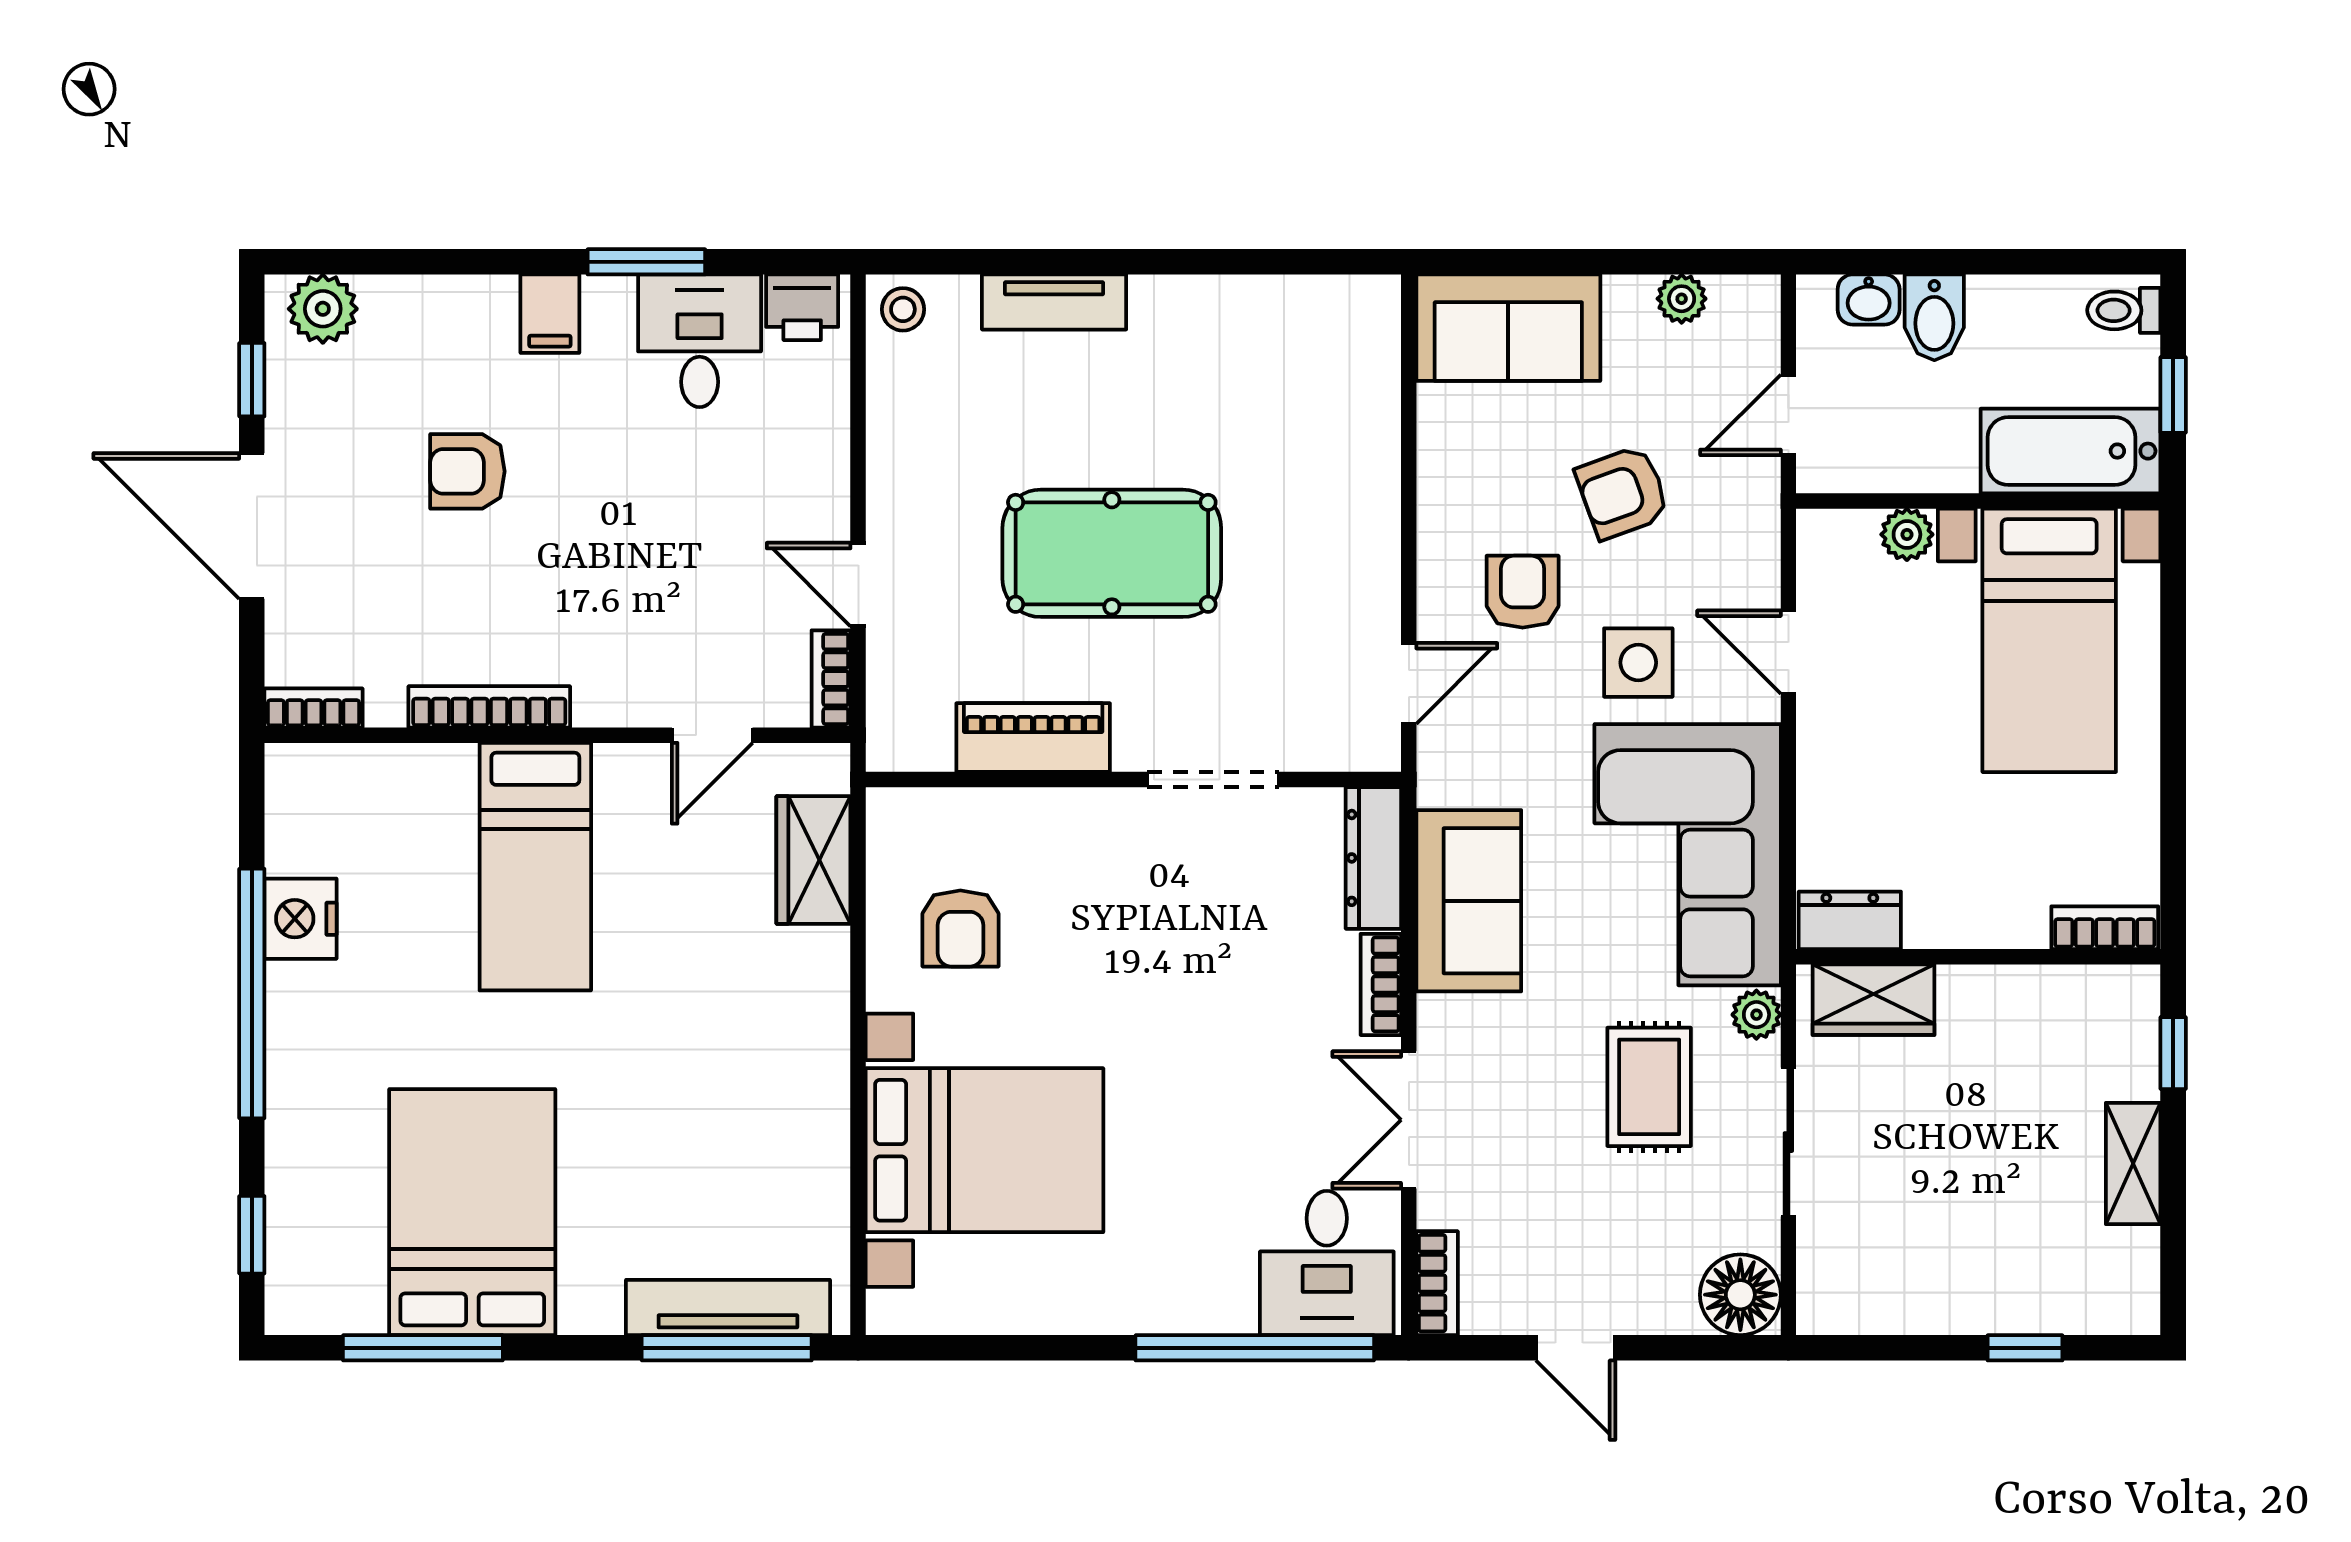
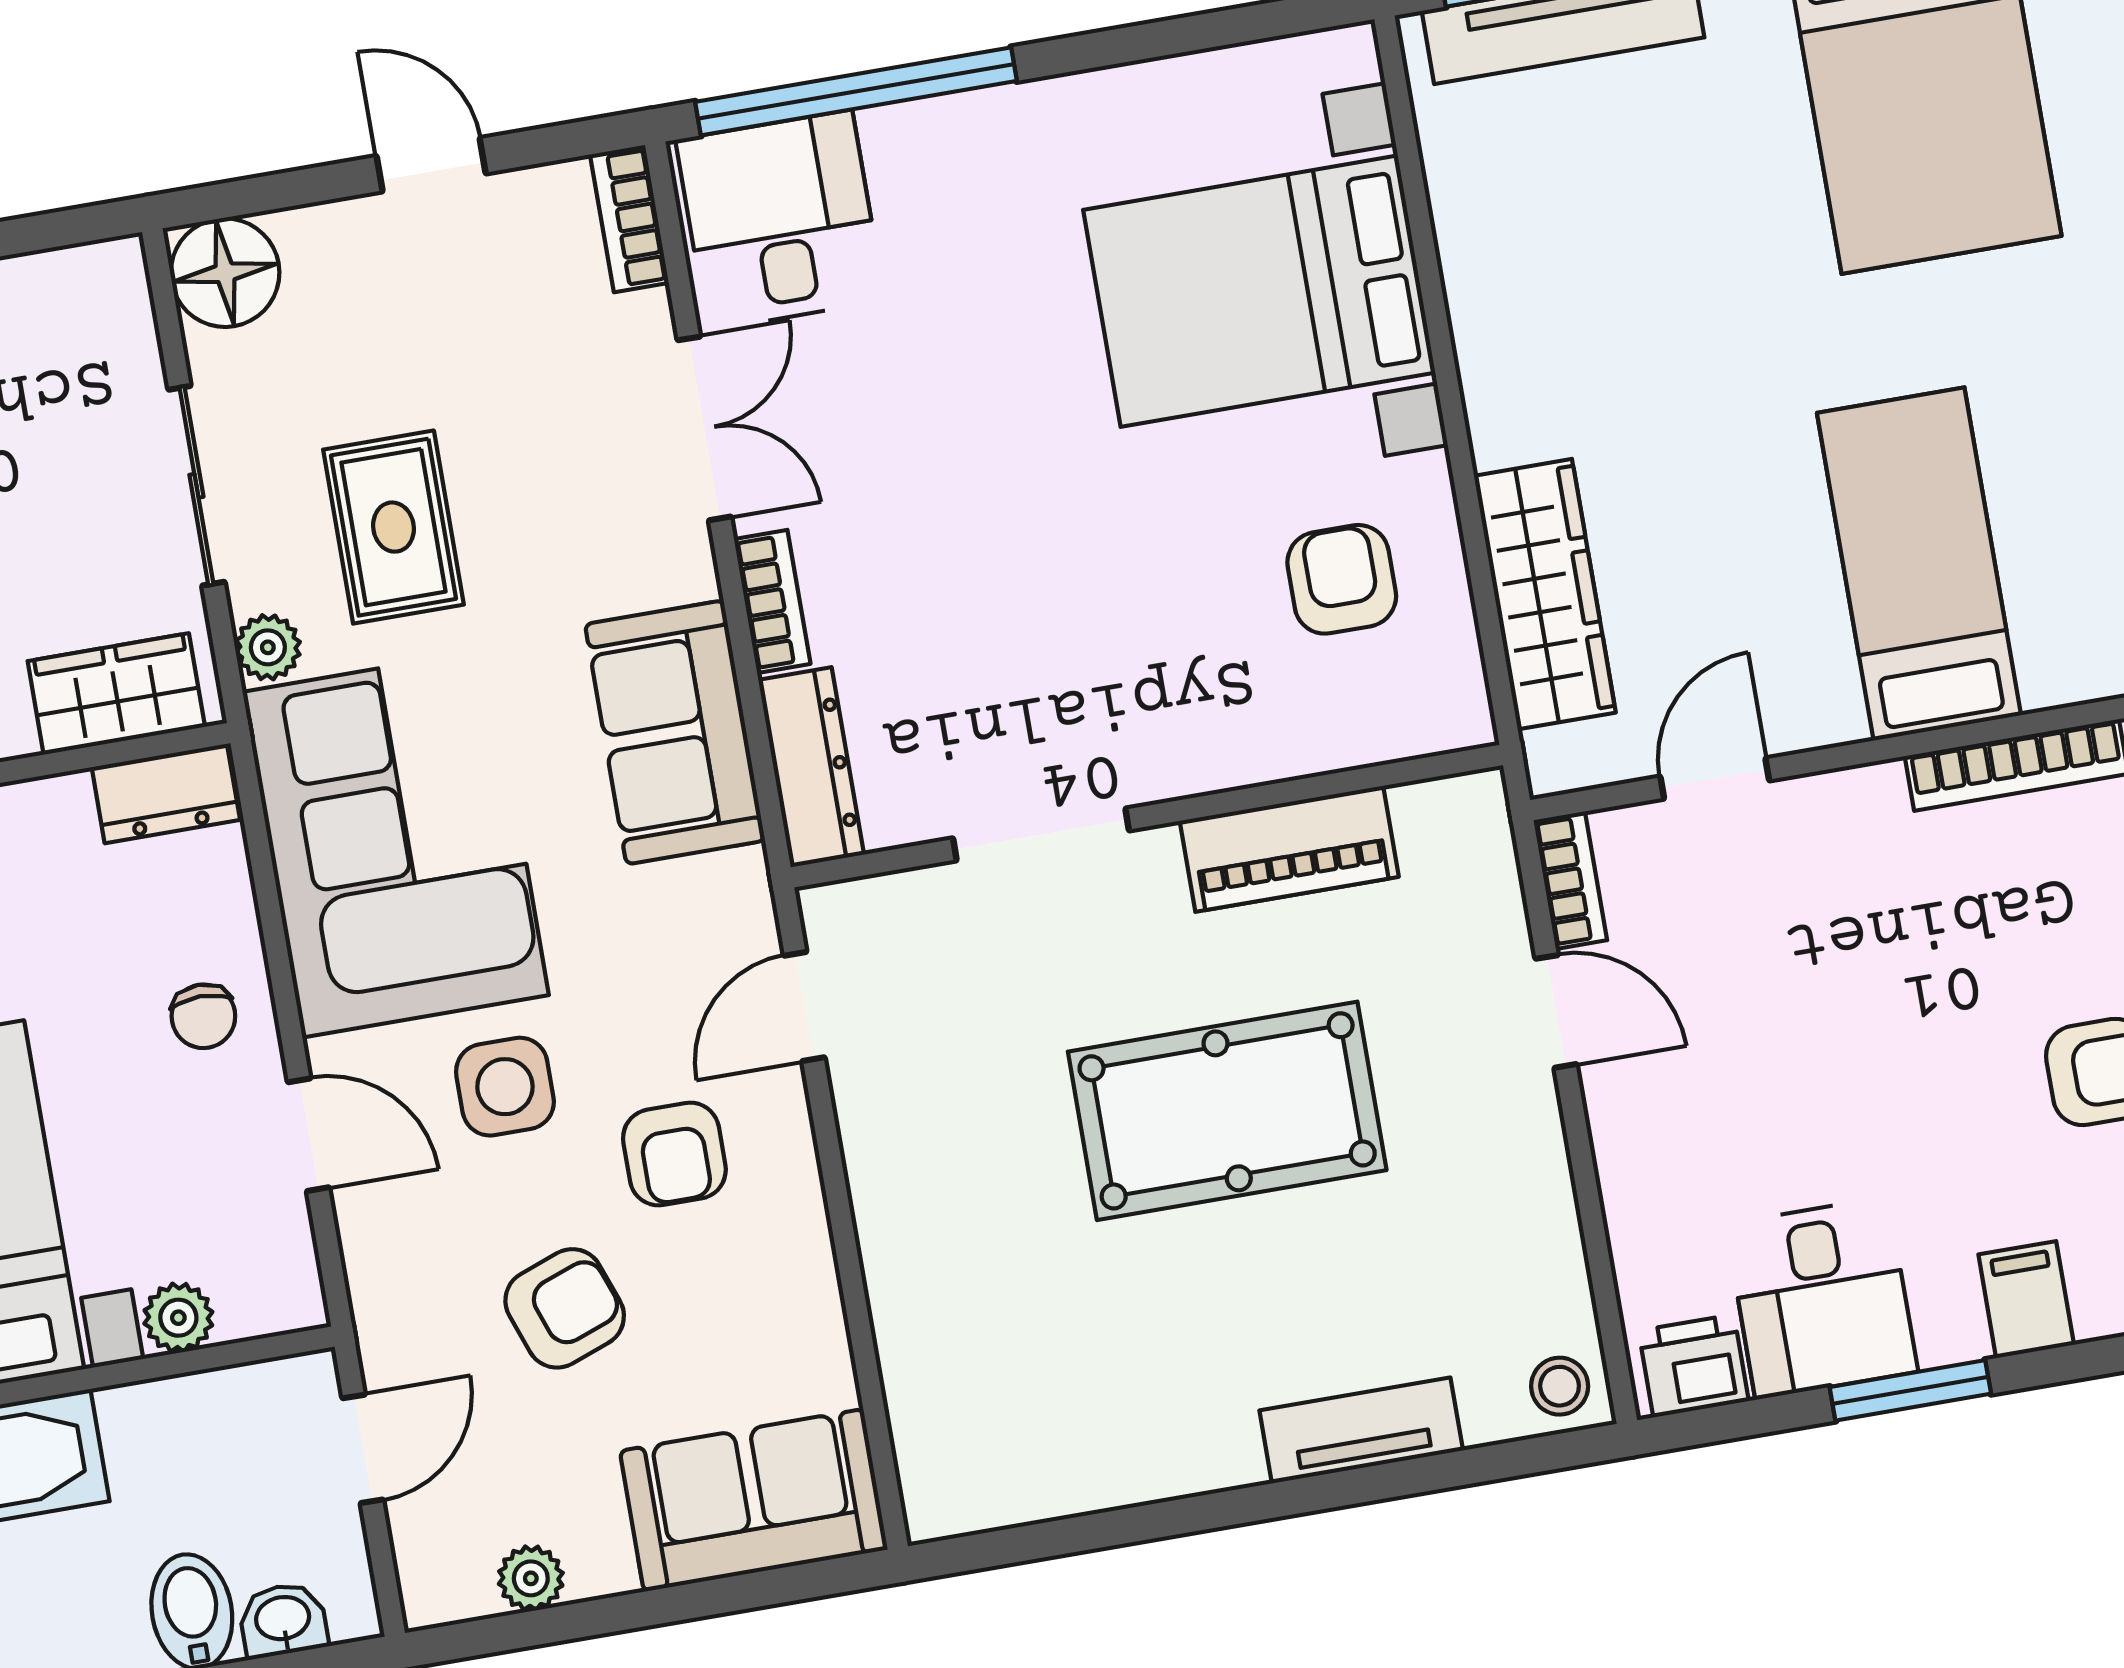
chair: (1850, 752) -> (203, 1016), added
wardrobe: (813, 860) -> (1545, 594), width x1.50

